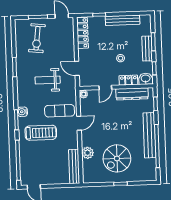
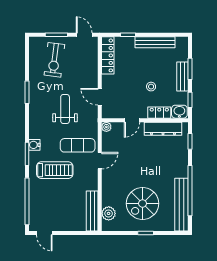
weight bench: (48, 80) -> (65, 109), turned 90
bench: (149, 135) -> (181, 205), moved
plant: (88, 153) -> (109, 213), moved

